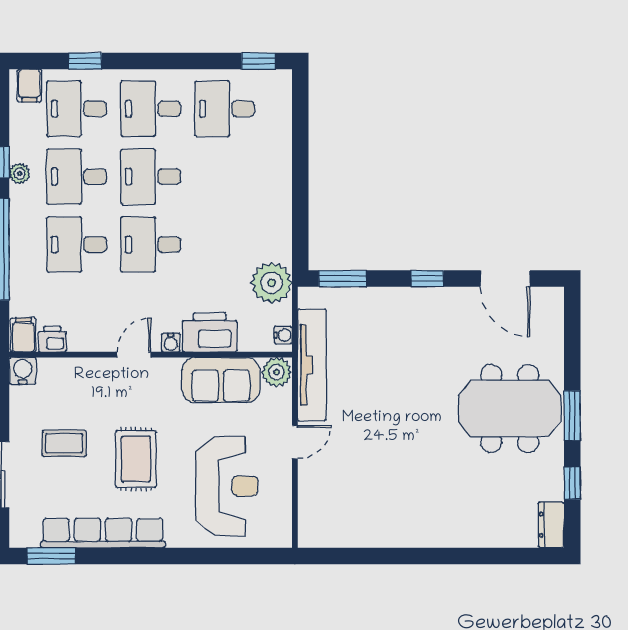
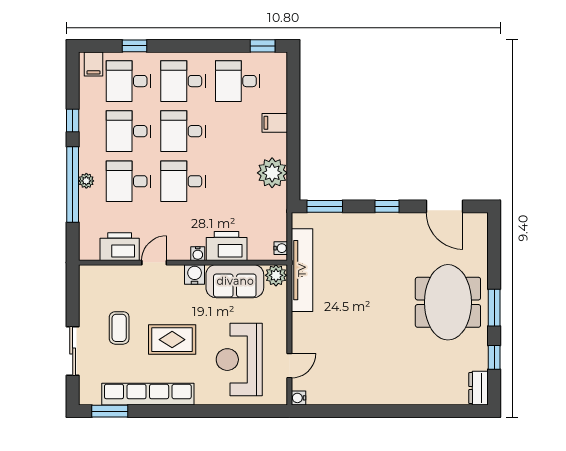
plant: (20, 174) -> (86, 181), moved
plant: (272, 283) -> (272, 173), moved
filing cabinet: (23, 335) -> (275, 123), moved, turned -90
printer: (52, 339) -> (120, 247), width x1.87, depth x1.48
door: (134, 355) -> (154, 263), moved
water cooler: (23, 371) -> (195, 274), moved
meeting table: (510, 409) -> (448, 302), turned 90
door: (295, 442) -> (289, 366), moved
coffee table: (64, 443) -> (119, 328), turned 90
rug: (136, 459) -> (172, 340), turned 90
reception desk: (227, 486) -> (239, 360), turned 180
water cooler: (307, 538) -> (298, 398), added

